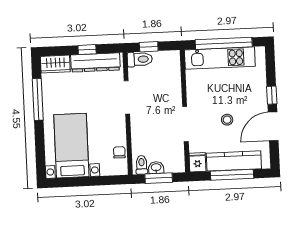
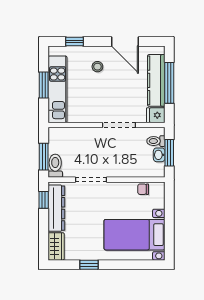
window: (224, 43) -> (44, 85), width x0.47
window: (149, 47) -> (44, 157), width x1.50
window: (87, 50) -> (44, 200), moved
window: (272, 95) -> (74, 41), moved
window: (38, 99) -> (89, 265), width x0.46
stool: (227, 120) -> (97, 67), moved
toilet: (142, 165) -> (156, 141), moved

